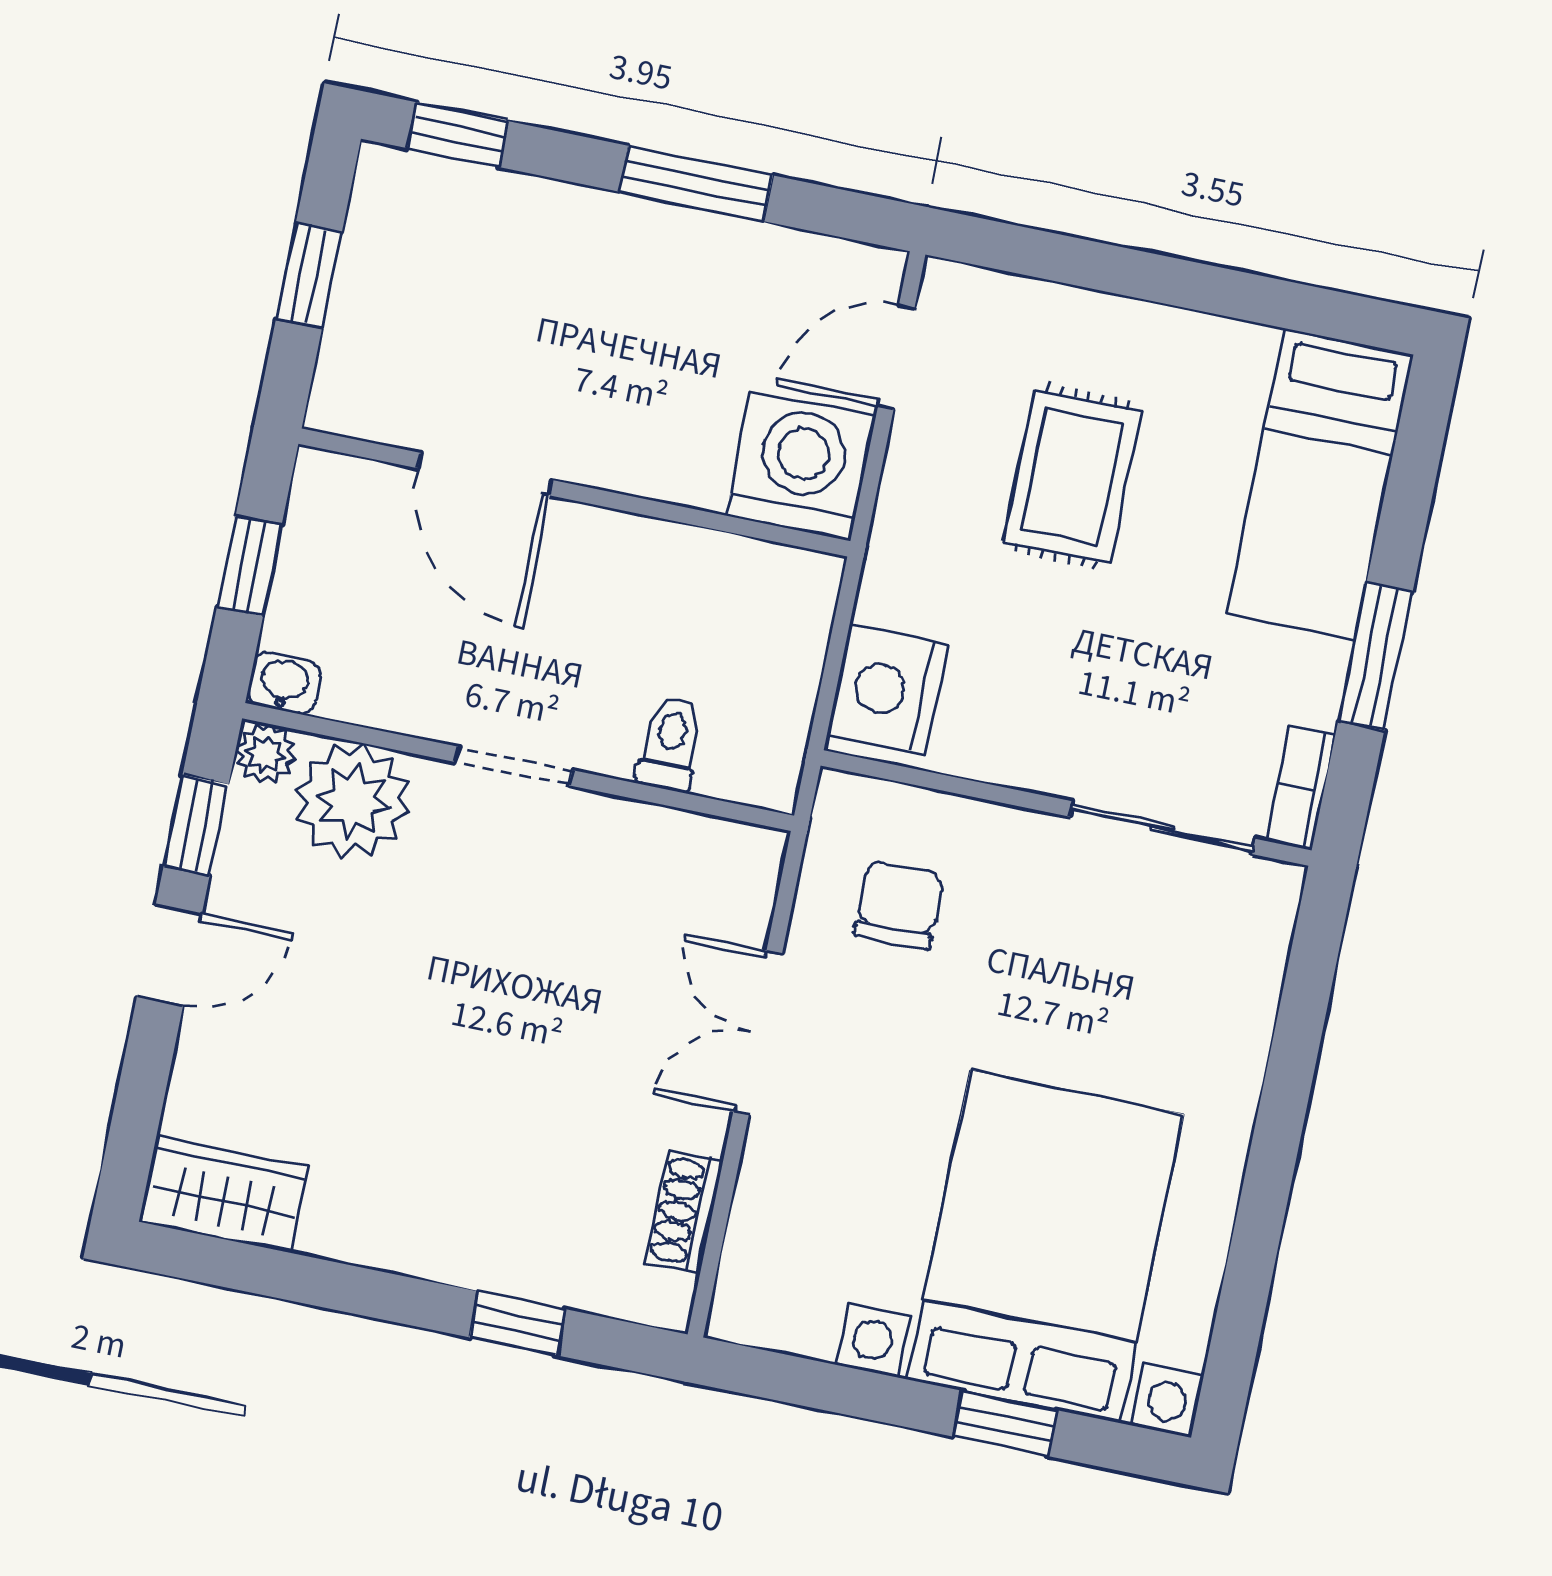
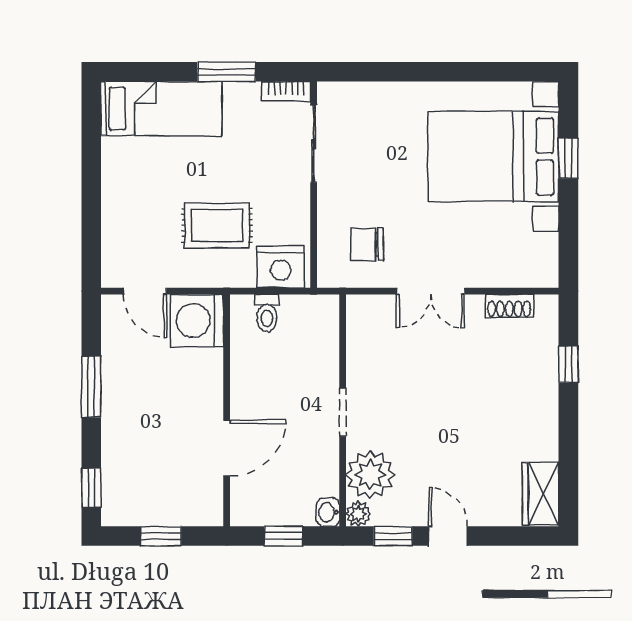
rug: (1072, 477) -> (217, 225), moved
toilet: (670, 744) -> (267, 313), moved, turned -90

